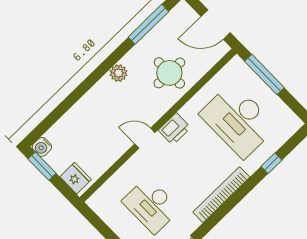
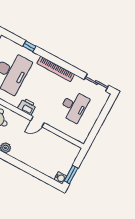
door: (145, 138) -> (37, 122), hinge flipped
fridge: (76, 178) -> (72, 154), removed

